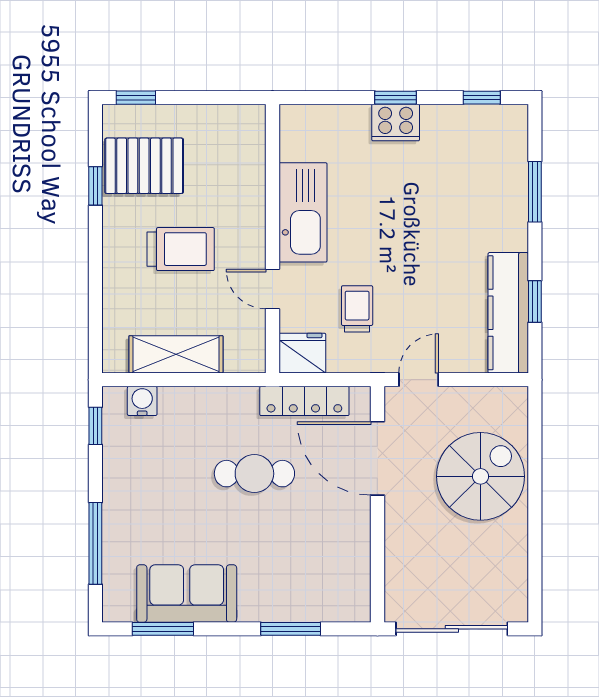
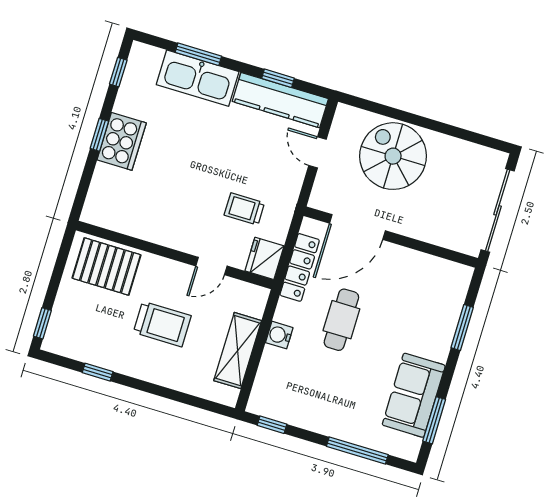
cooker: (396, 123) -> (122, 141), width x1.37, depth x1.31
pallet: (144, 166) -> (106, 267), moved, turned 90
kitchen sink: (303, 212) -> (198, 78), moved, turned 180
trolley: (181, 249) -> (162, 324), turned 90
door: (419, 380) -> (318, 152), moved
water cooler: (142, 401) -> (279, 335), moved

